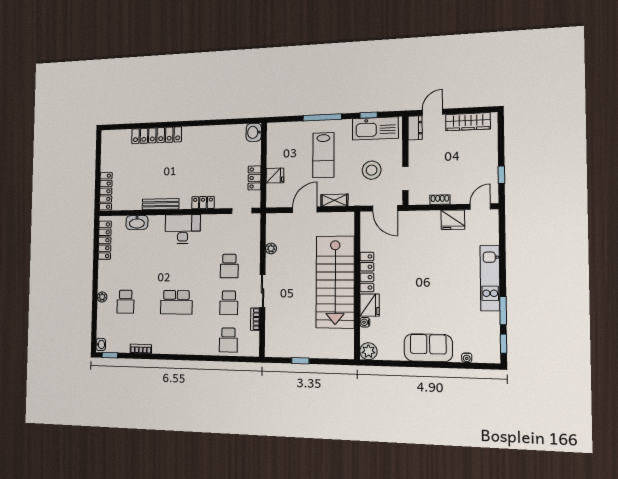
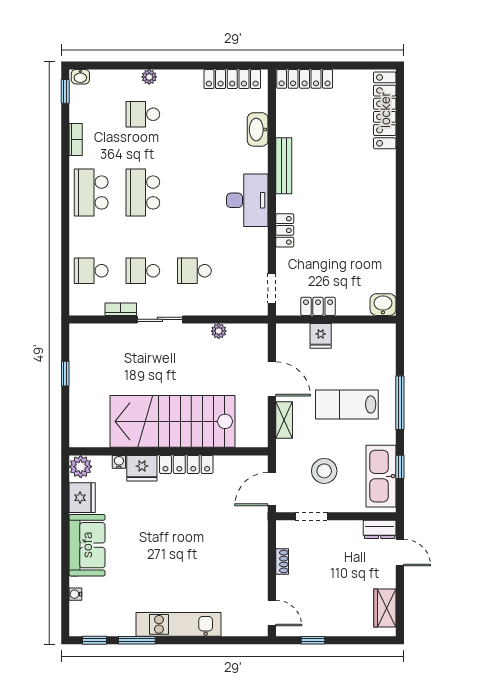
wardrobe: (468, 122) -> (385, 608), width x0.67
locker: (157, 135) -> (385, 110), moved
fridge: (453, 220) -> (82, 498), moved, turned 180
school desk: (176, 339) -> (91, 192), added

